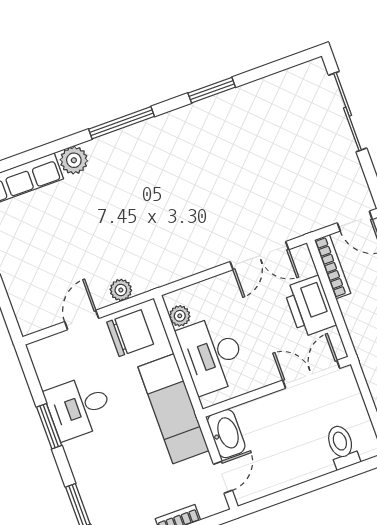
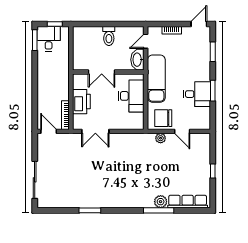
window: (122, 123) -> (159, 210), moved
double door: (259, 256) -> (95, 131), swing flipped
plant: (180, 316) -> (139, 118), removed
door: (82, 320) -> (182, 131), hinge flipped
double door: (311, 374) -> (102, 72), moved
toilet: (342, 447) -> (109, 36), moved

